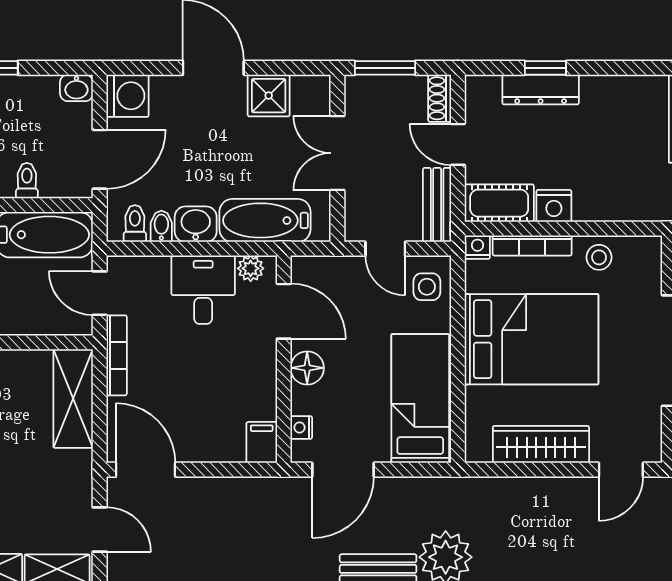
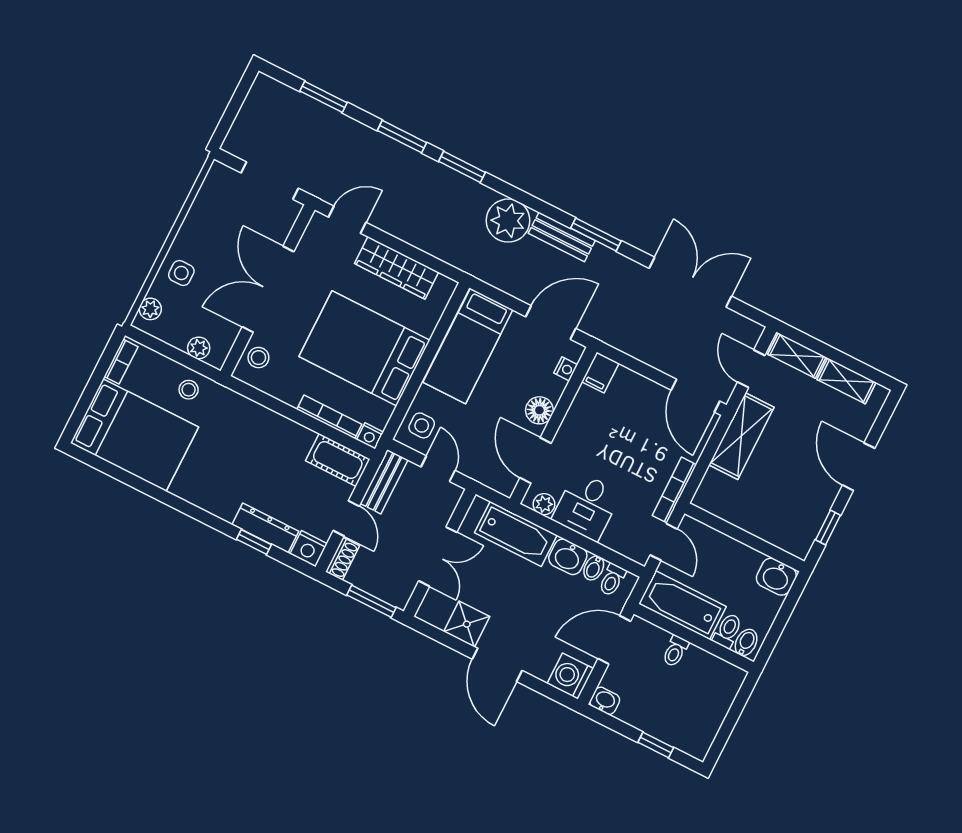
nightstand: (554, 206) -> (309, 549), moved, turned 180
stool: (599, 257) -> (258, 358), moved
shelving: (73, 399) -> (741, 436), moved

